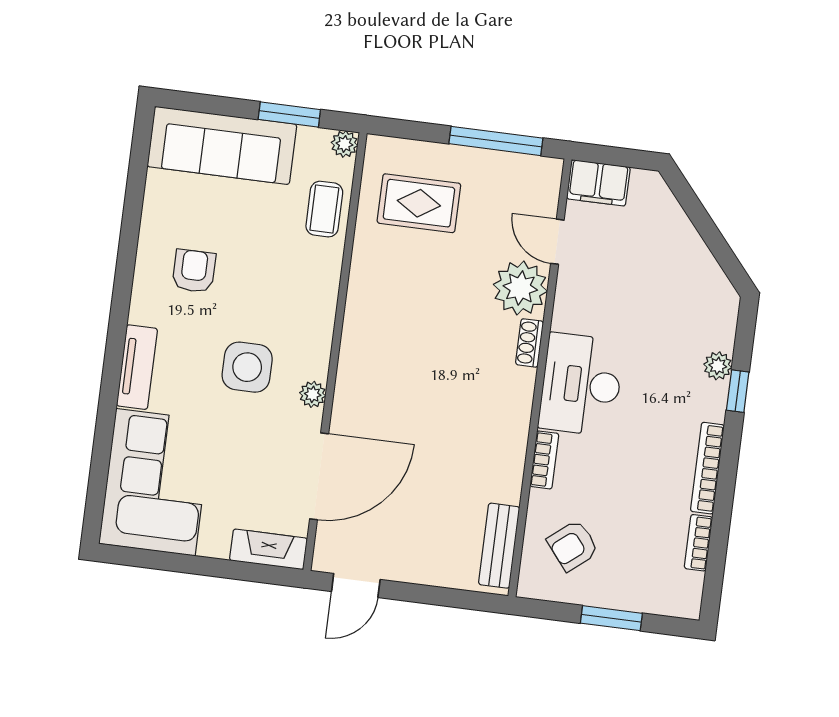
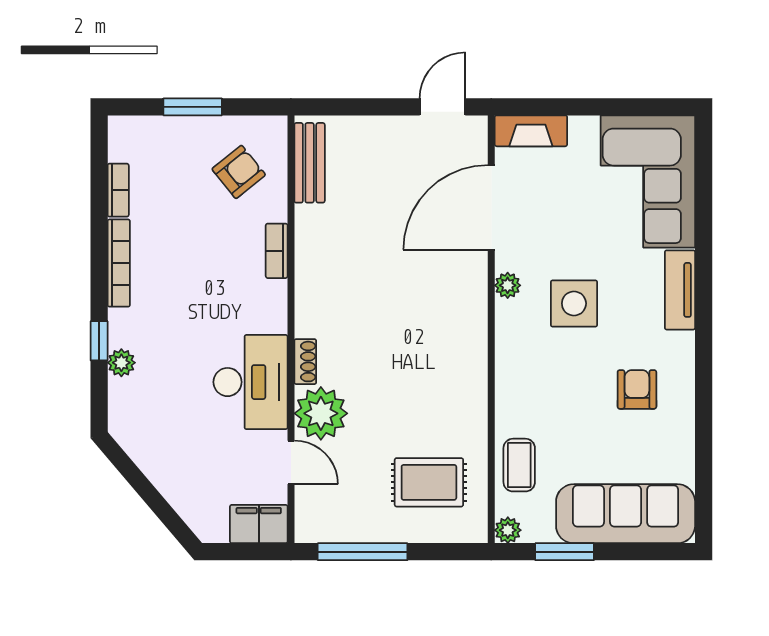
armchair: (194, 271) -> (637, 389), turned 180
desk: (581, 385) -> (250, 382), moved

